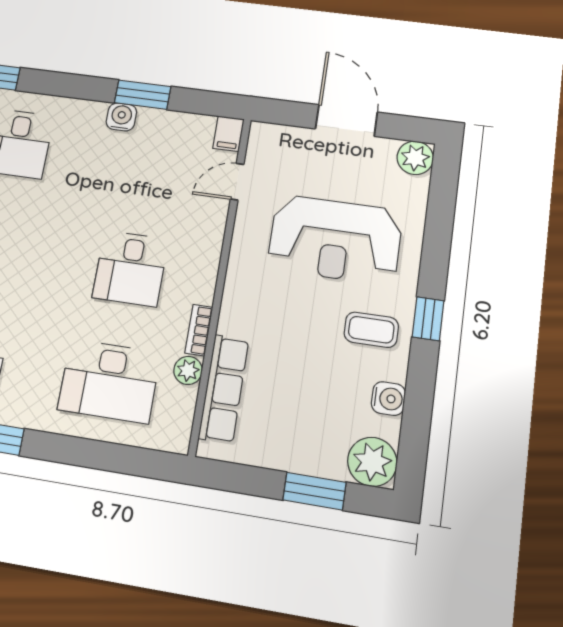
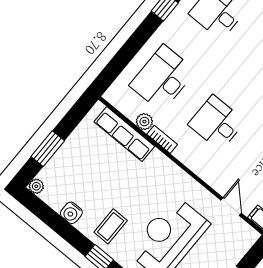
plant: (372, 462) -> (36, 186), width x0.53, depth x0.53

